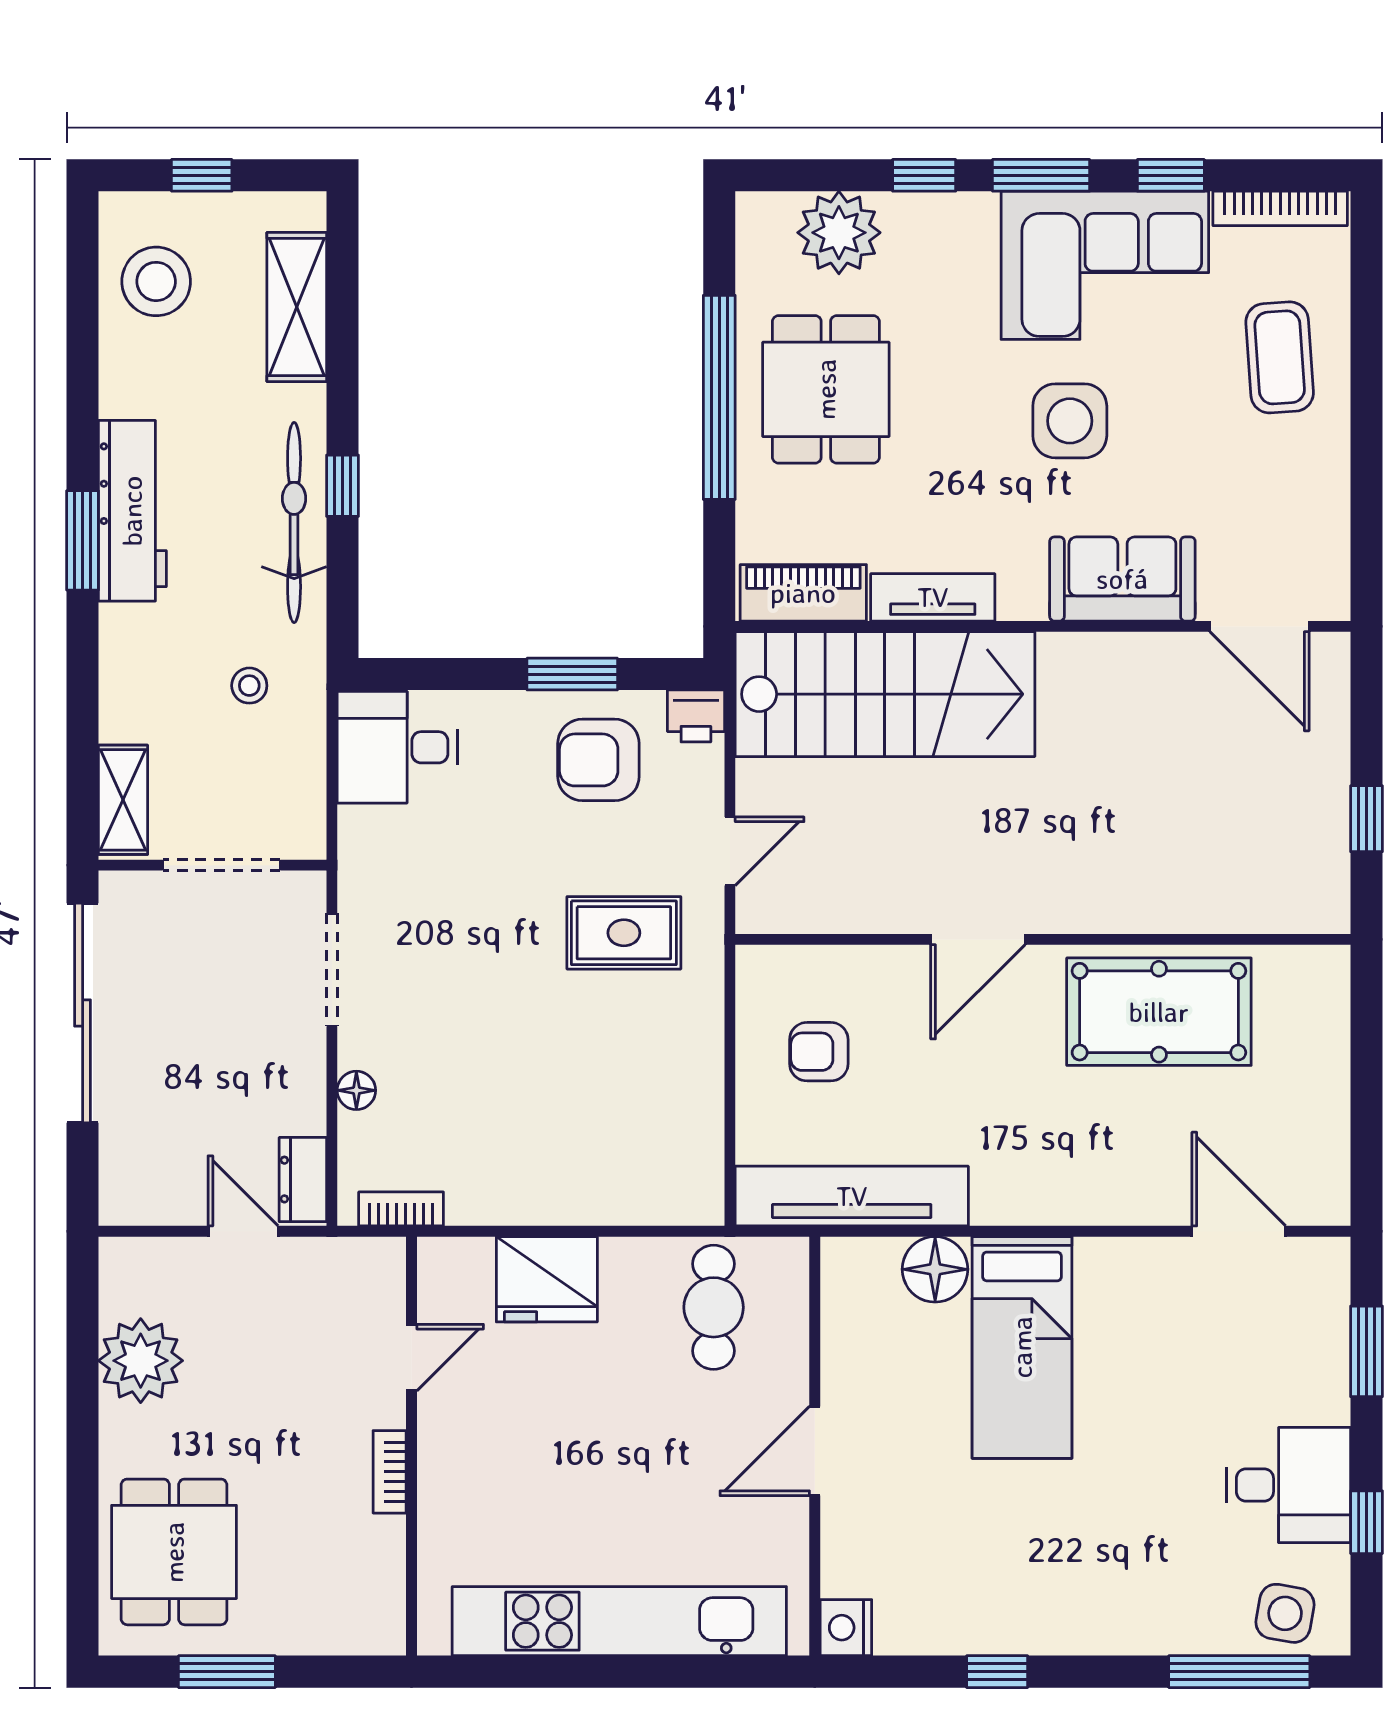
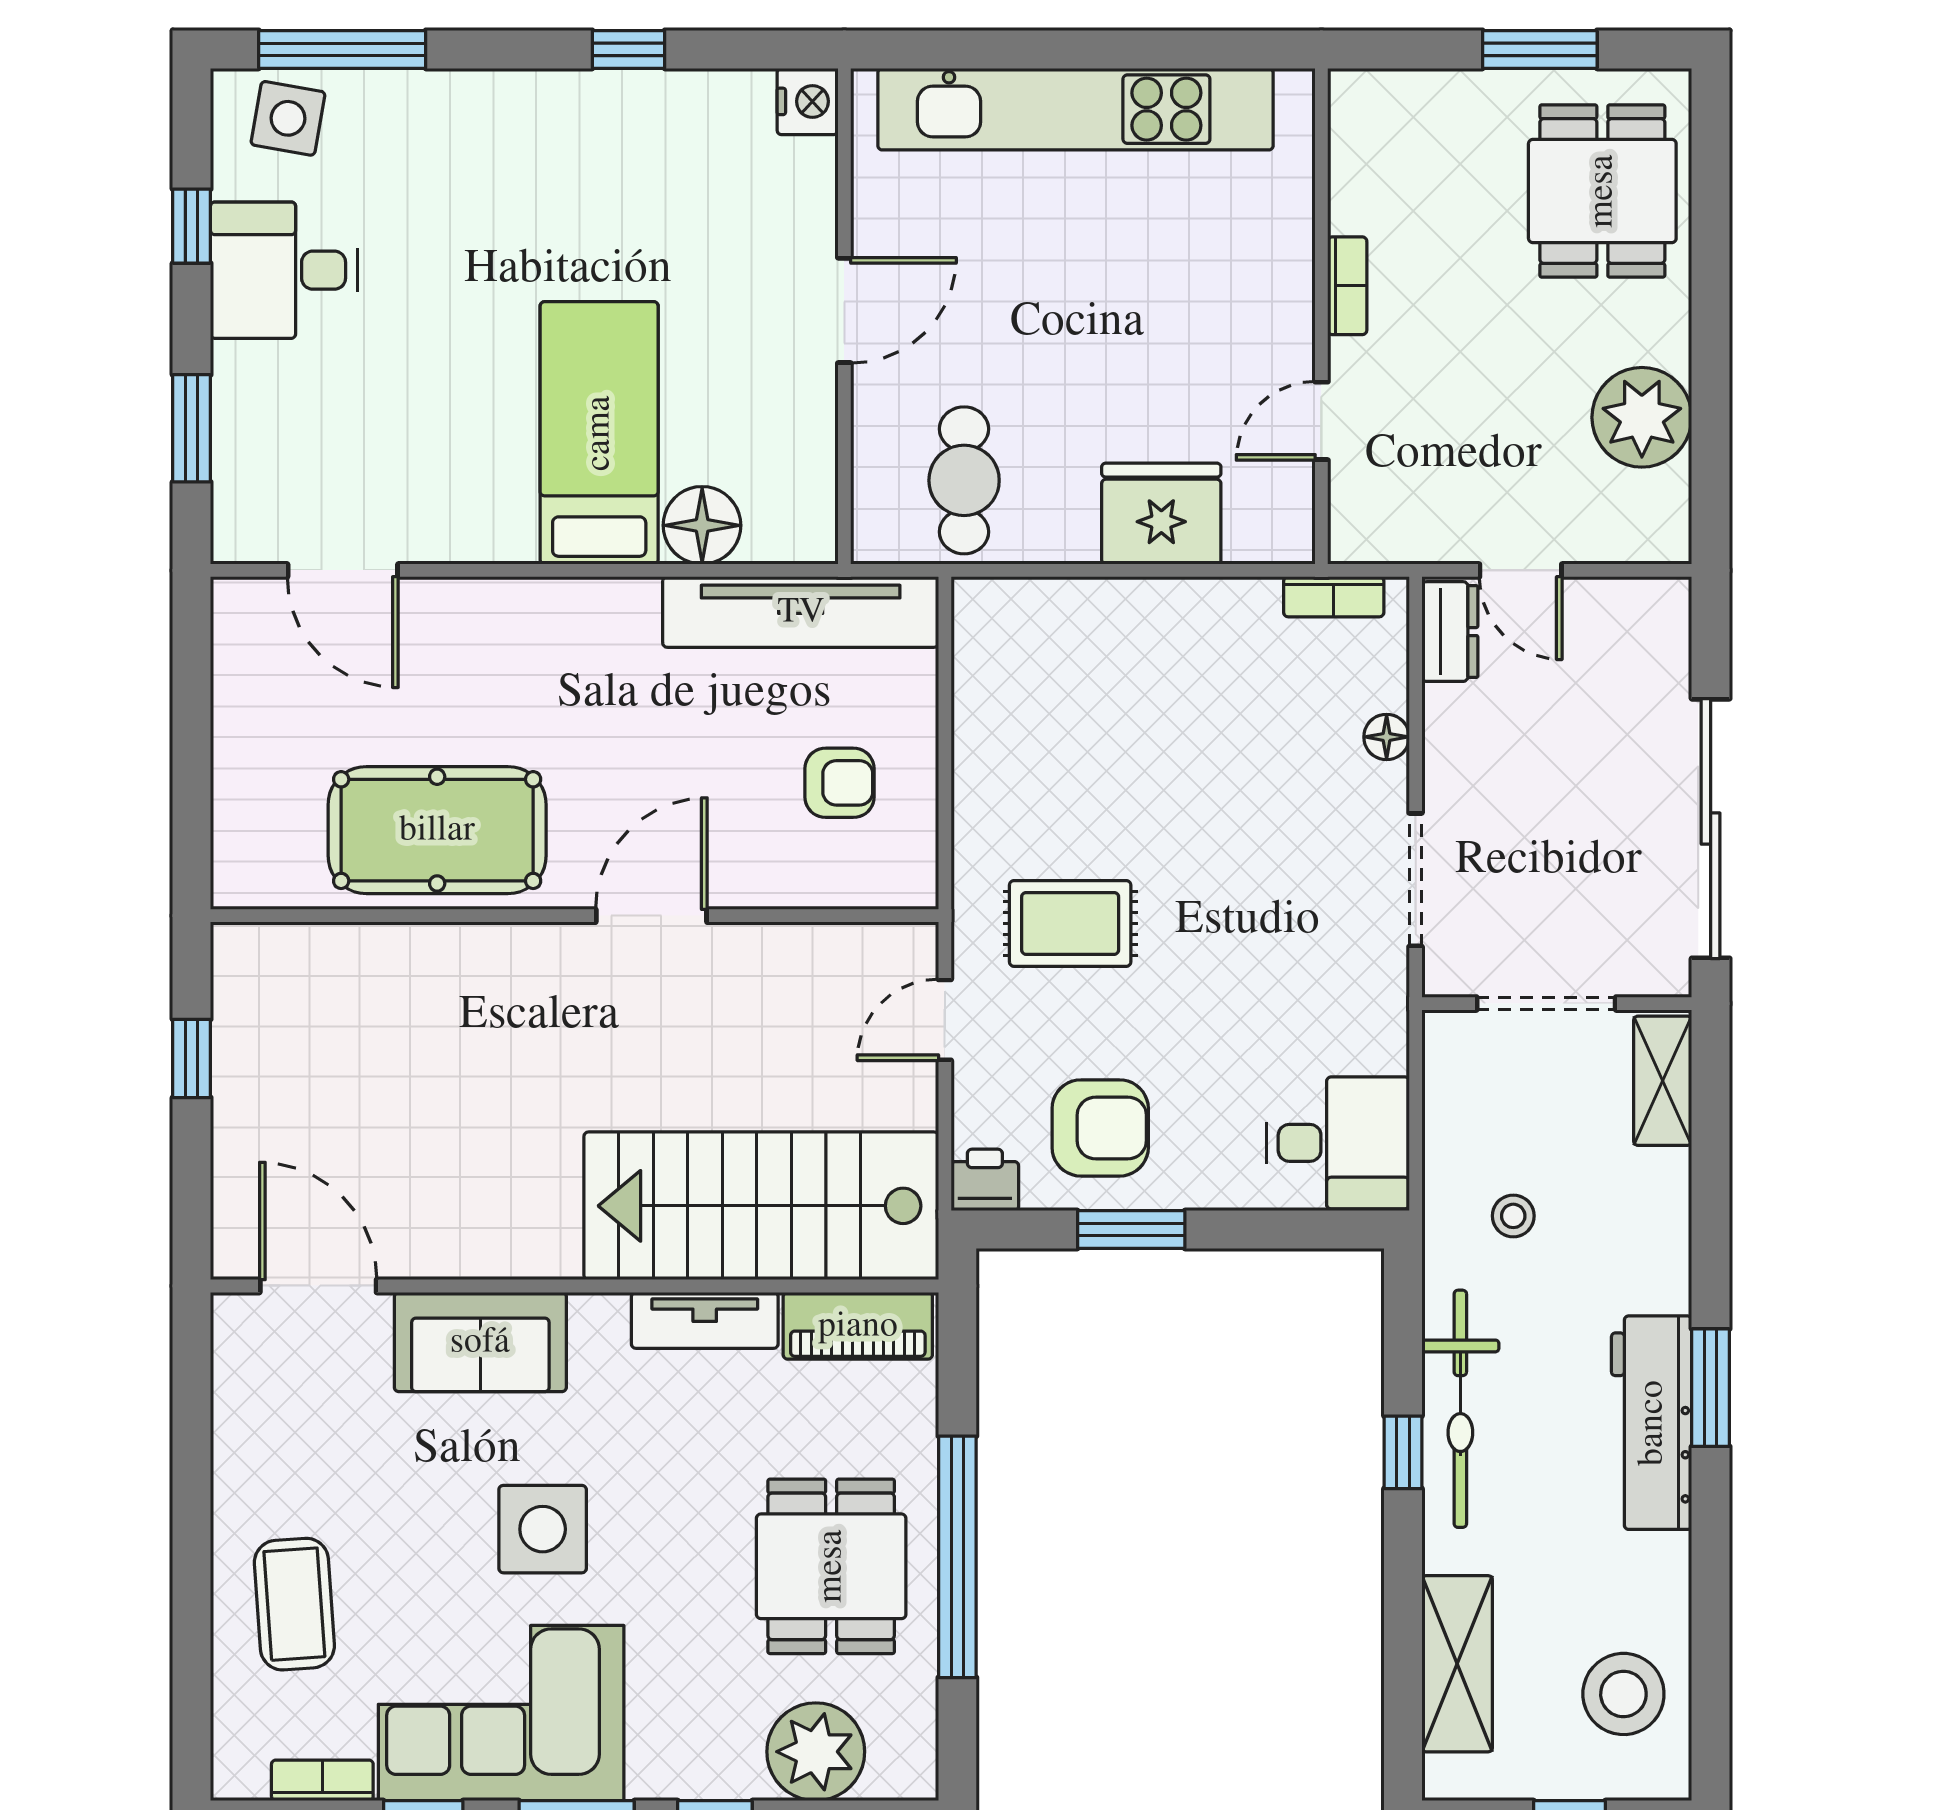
bookcase: (1280, 208) -> (322, 1780), width x0.64

